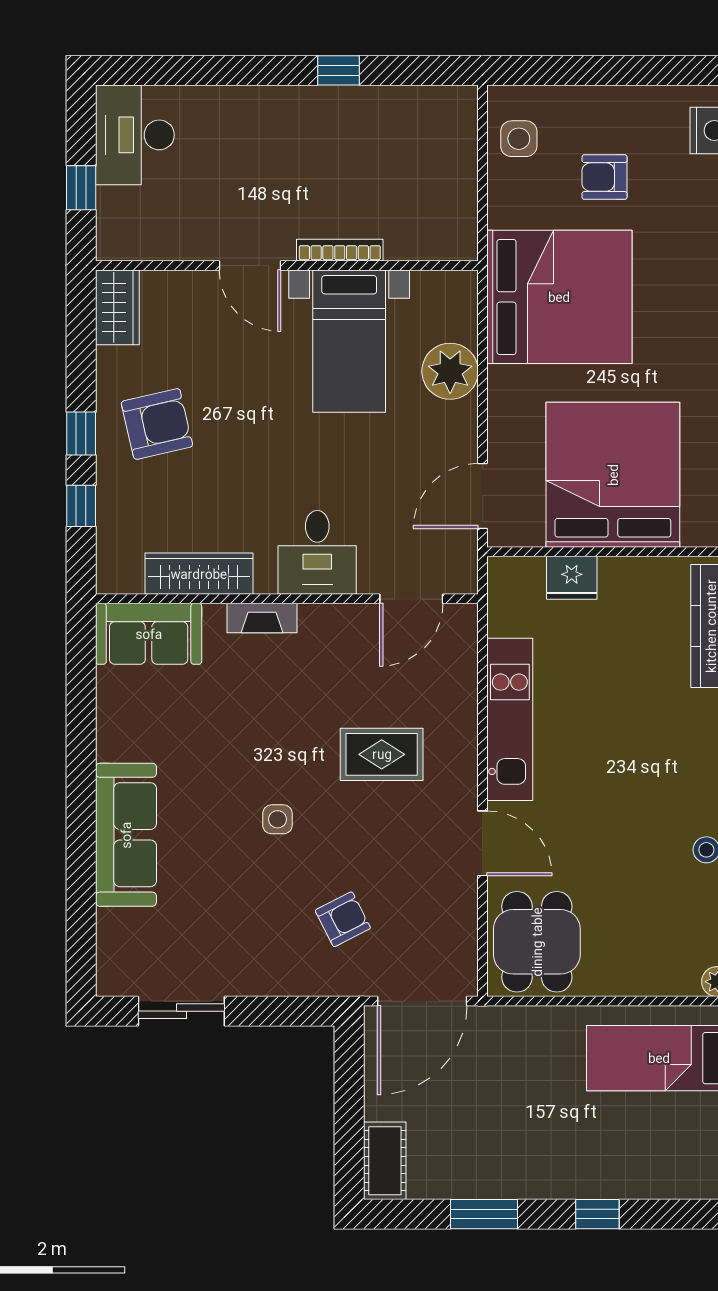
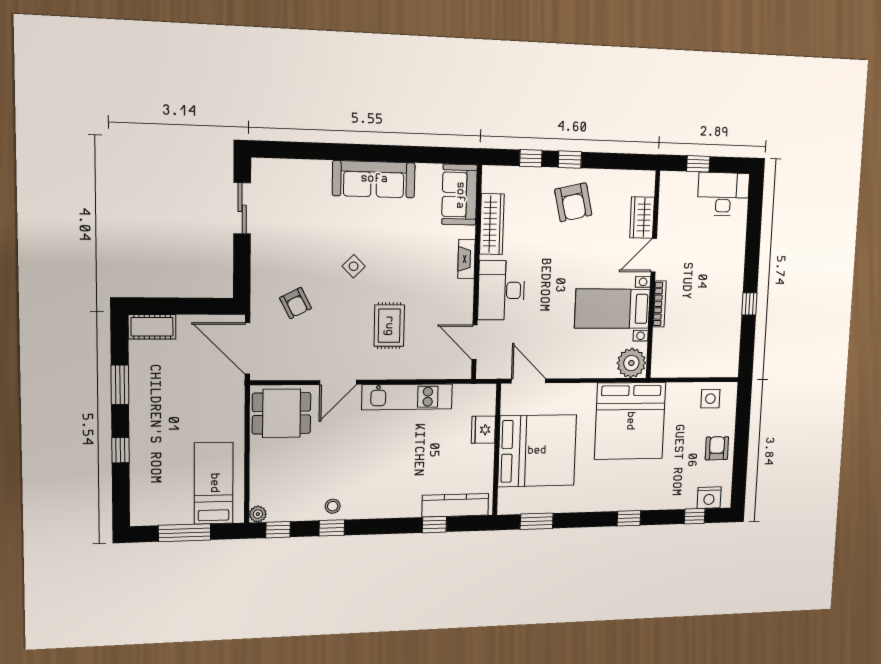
armchair: (605, 177) -> (717, 448), moved
wardrobe: (117, 307) -> (642, 218), moved, turned 90
plant: (450, 371) -> (631, 363), moved
desk: (317, 552) -> (501, 290), width x1.37
side table: (277, 819) -> (354, 266), turned 45
sofa: (126, 835) -> (374, 179), moved

